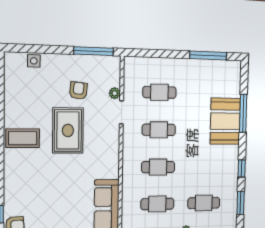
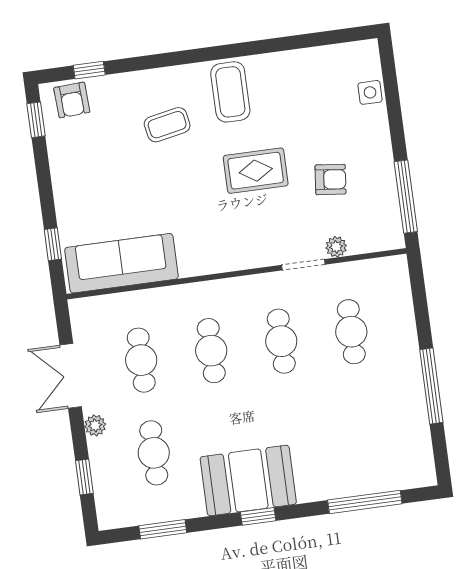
window: (208, 56) -> (431, 386), moved
window: (243, 113) -> (365, 502), moved
booth: (225, 121) -> (248, 480), moved
rug: (68, 130) -> (256, 171), width x0.73, depth x0.70
window: (242, 169) -> (258, 516), moved
coffee table: (36, 175) -> (167, 125), added

